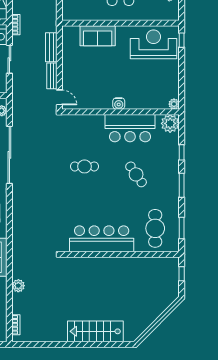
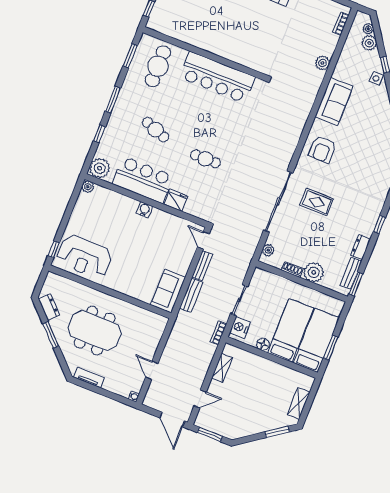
sofa: (98, 36) -> (168, 291), moved, turned -90
fridge: (96, 122) -> (176, 200), added
cafe table: (136, 174) -> (156, 130), turned -34

